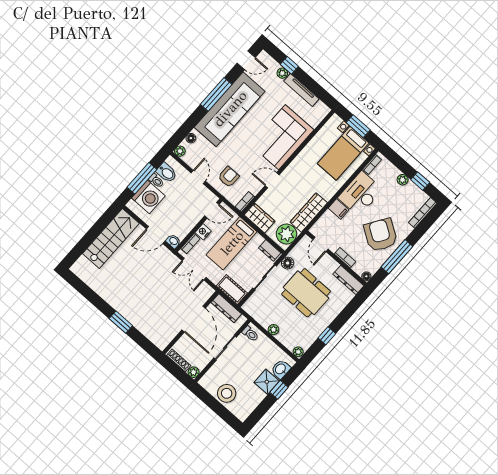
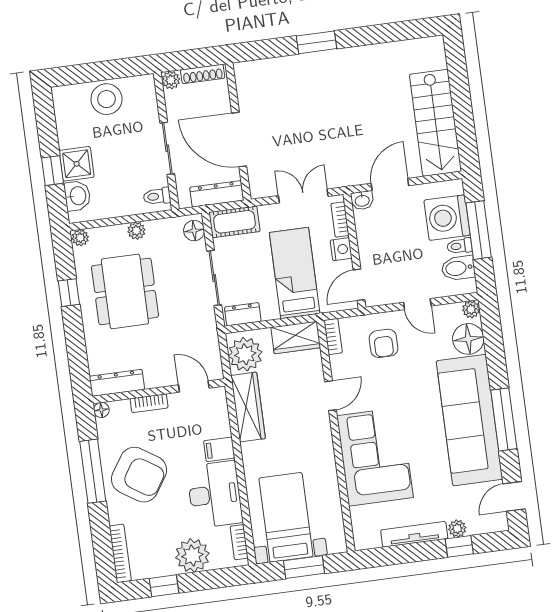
floor lamp: (191, 138) -> (468, 339), width x1.89, depth x1.89
plant: (403, 180) -> (192, 555), width x1.87, depth x1.87
floor lamp: (288, 263) -> (194, 231), moved
dining table: (306, 293) -> (125, 291), moved, turned 90

